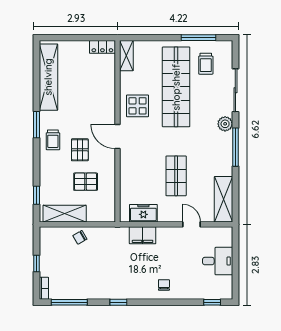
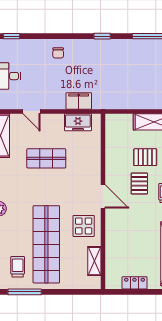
locker: (102, 47) -> (135, 283), moved
shelving: (126, 56) -> (94, 261), moved
shop shelf: (176, 176) -> (46, 158), turned 90
pallet: (86, 182) -> (145, 157), moved
chair: (80, 237) -> (139, 99), removed

